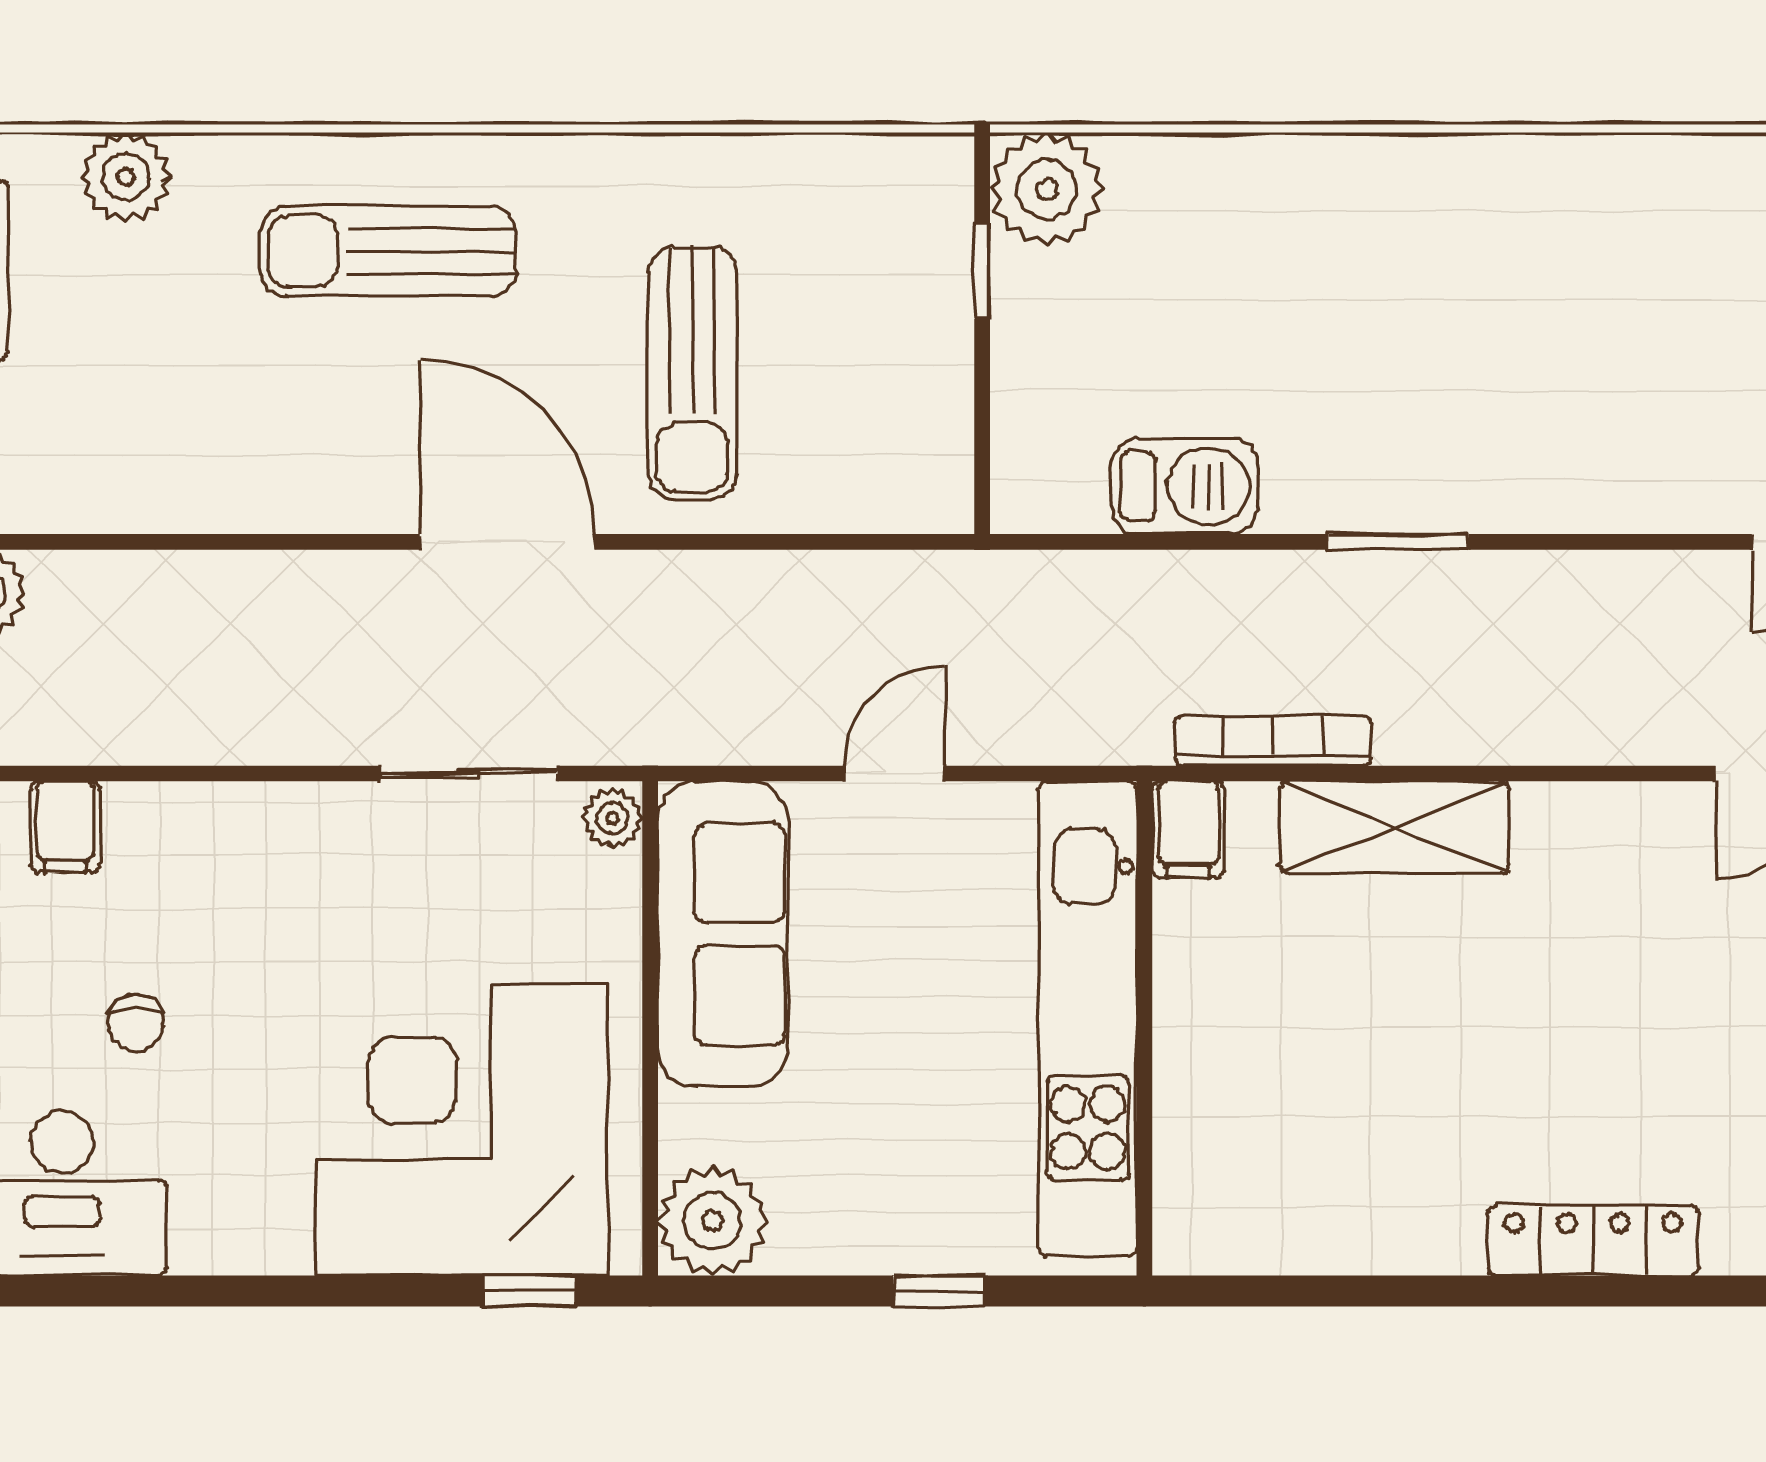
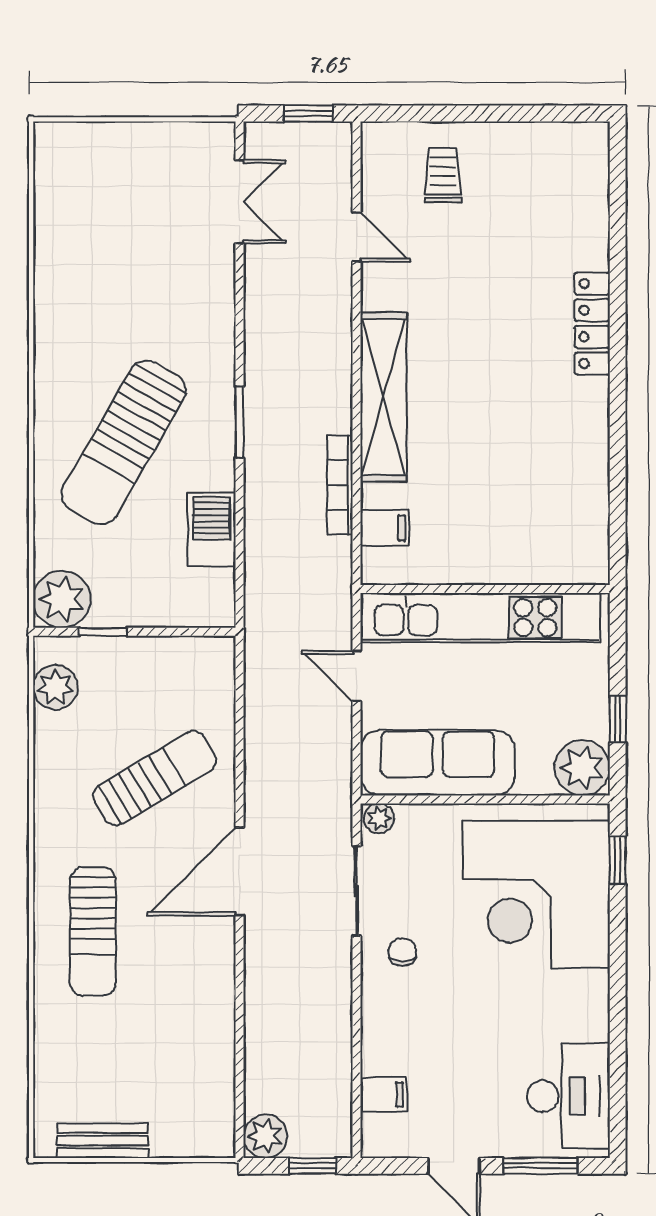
plant: (126, 177) -> (55, 687), moved
sun lounger: (1357, 312) -> (124, 442), added
sun lounger: (692, 373) -> (155, 778), turned -31
shelving: (1394, 827) -> (384, 397), width x1.47
kitchen unit: (1088, 1019) -> (480, 618), moved
chair: (136, 1023) -> (402, 952), moved, turned -90
wall: (1144, 1028) -> (485, 589), moved
window: (939, 1291) -> (618, 719), moved

